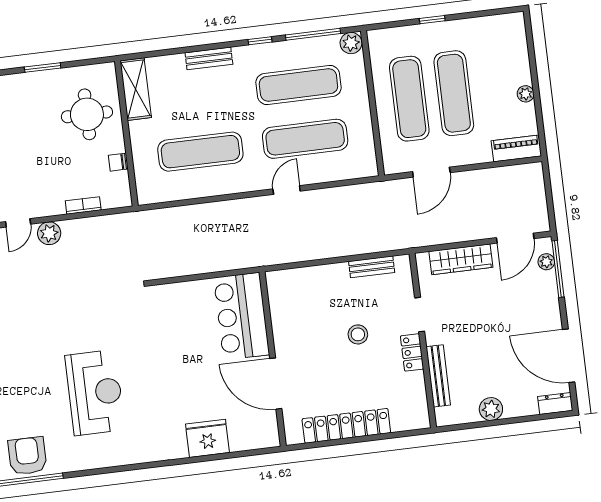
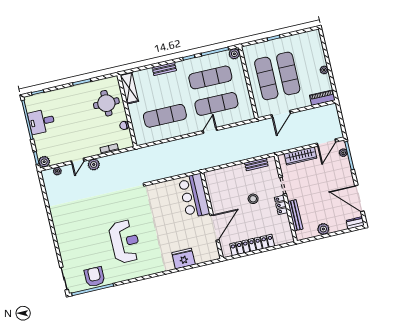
door: (276, 384) -> (215, 228), swing flipped

